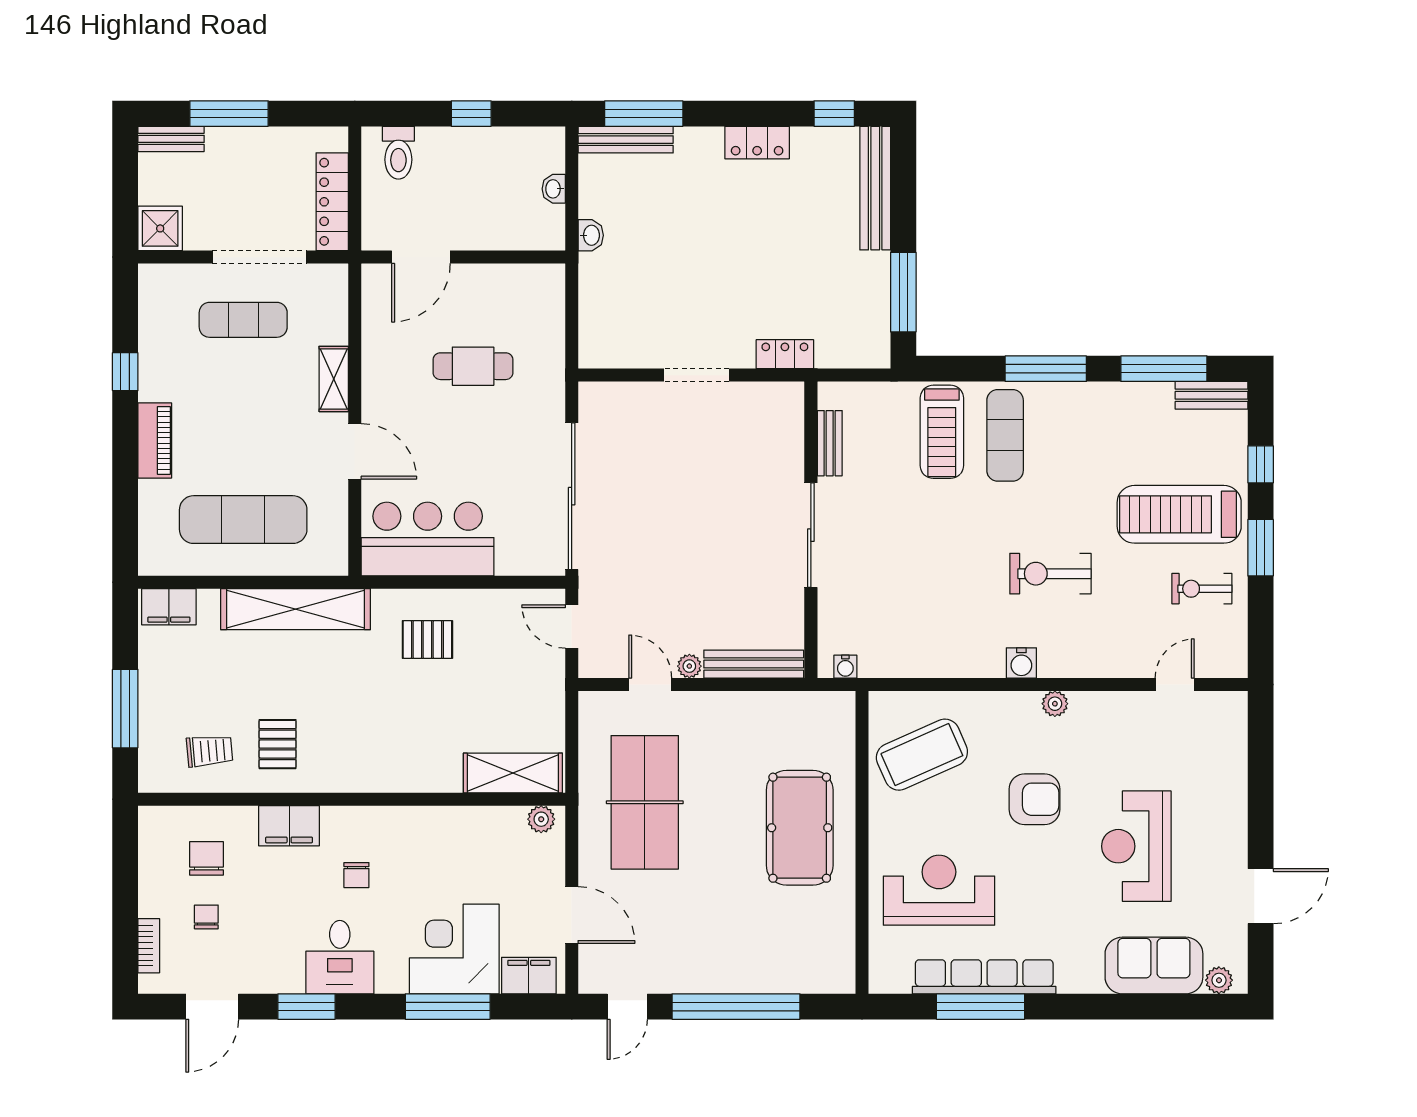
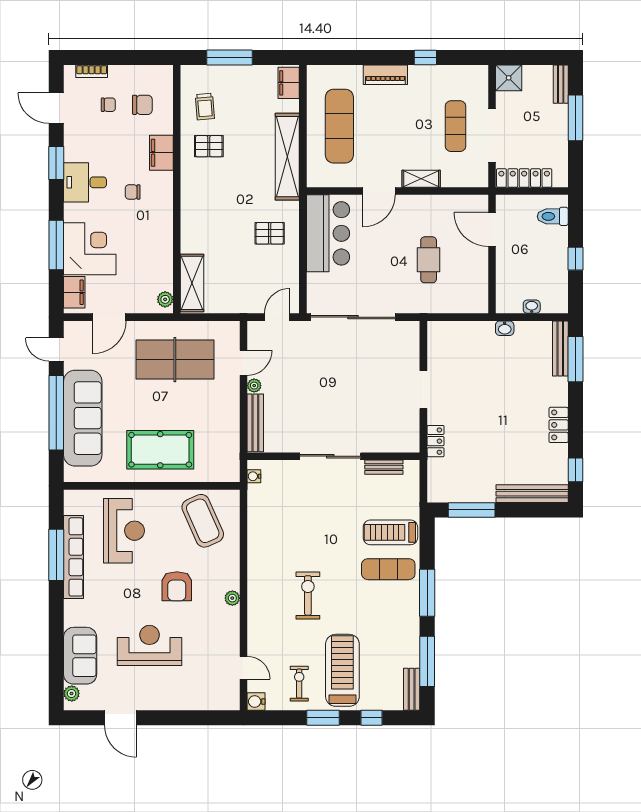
pallet: (427, 639) -> (270, 233), turned 90
water cooler: (1021, 663) -> (256, 701), moved
sofa: (745, 961) -> (83, 418), added

